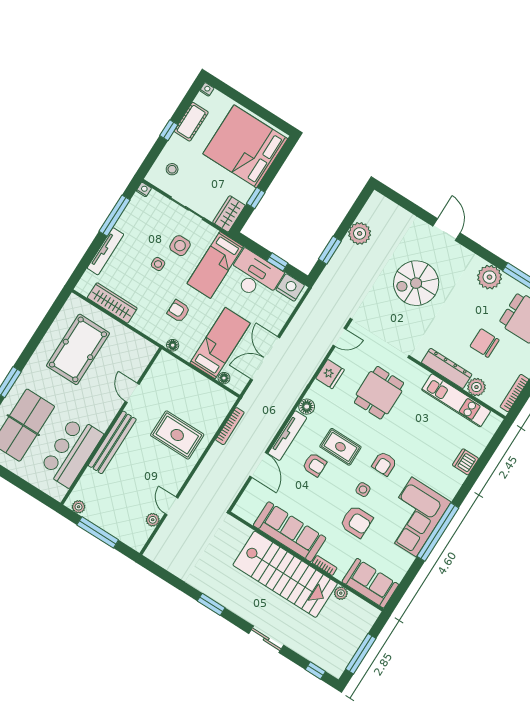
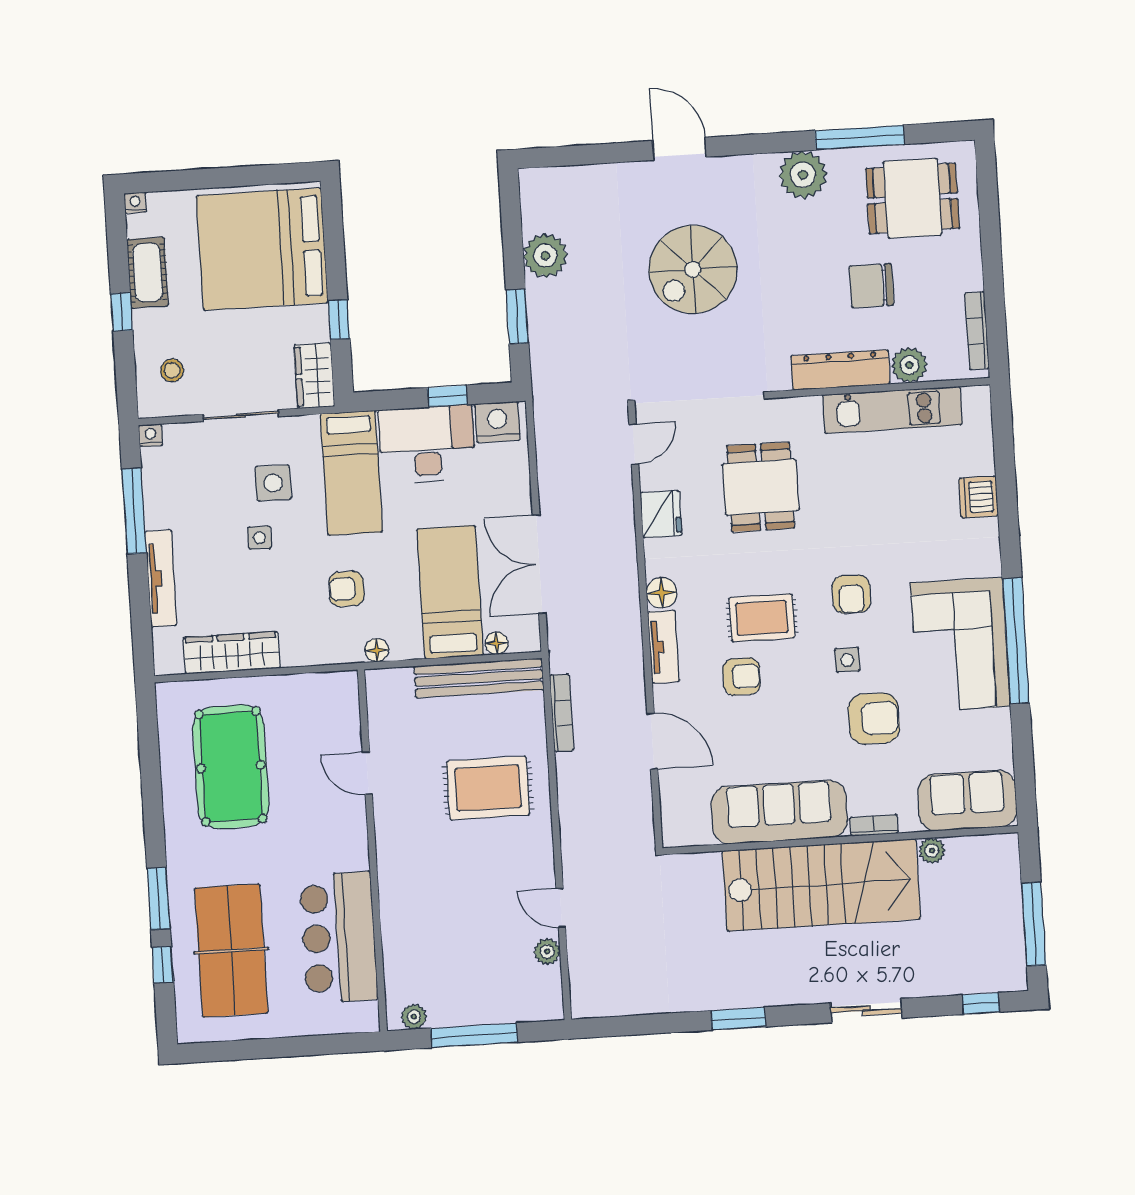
tv unit: (287, 436) -> (663, 647), width x0.71
bench: (112, 442) -> (479, 678), moved, turned 90

